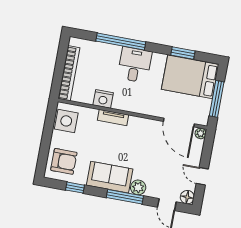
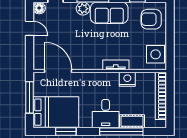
cot: (107, 51) -> (132, 121), added
plant: (201, 133) -> (38, 65), removed

